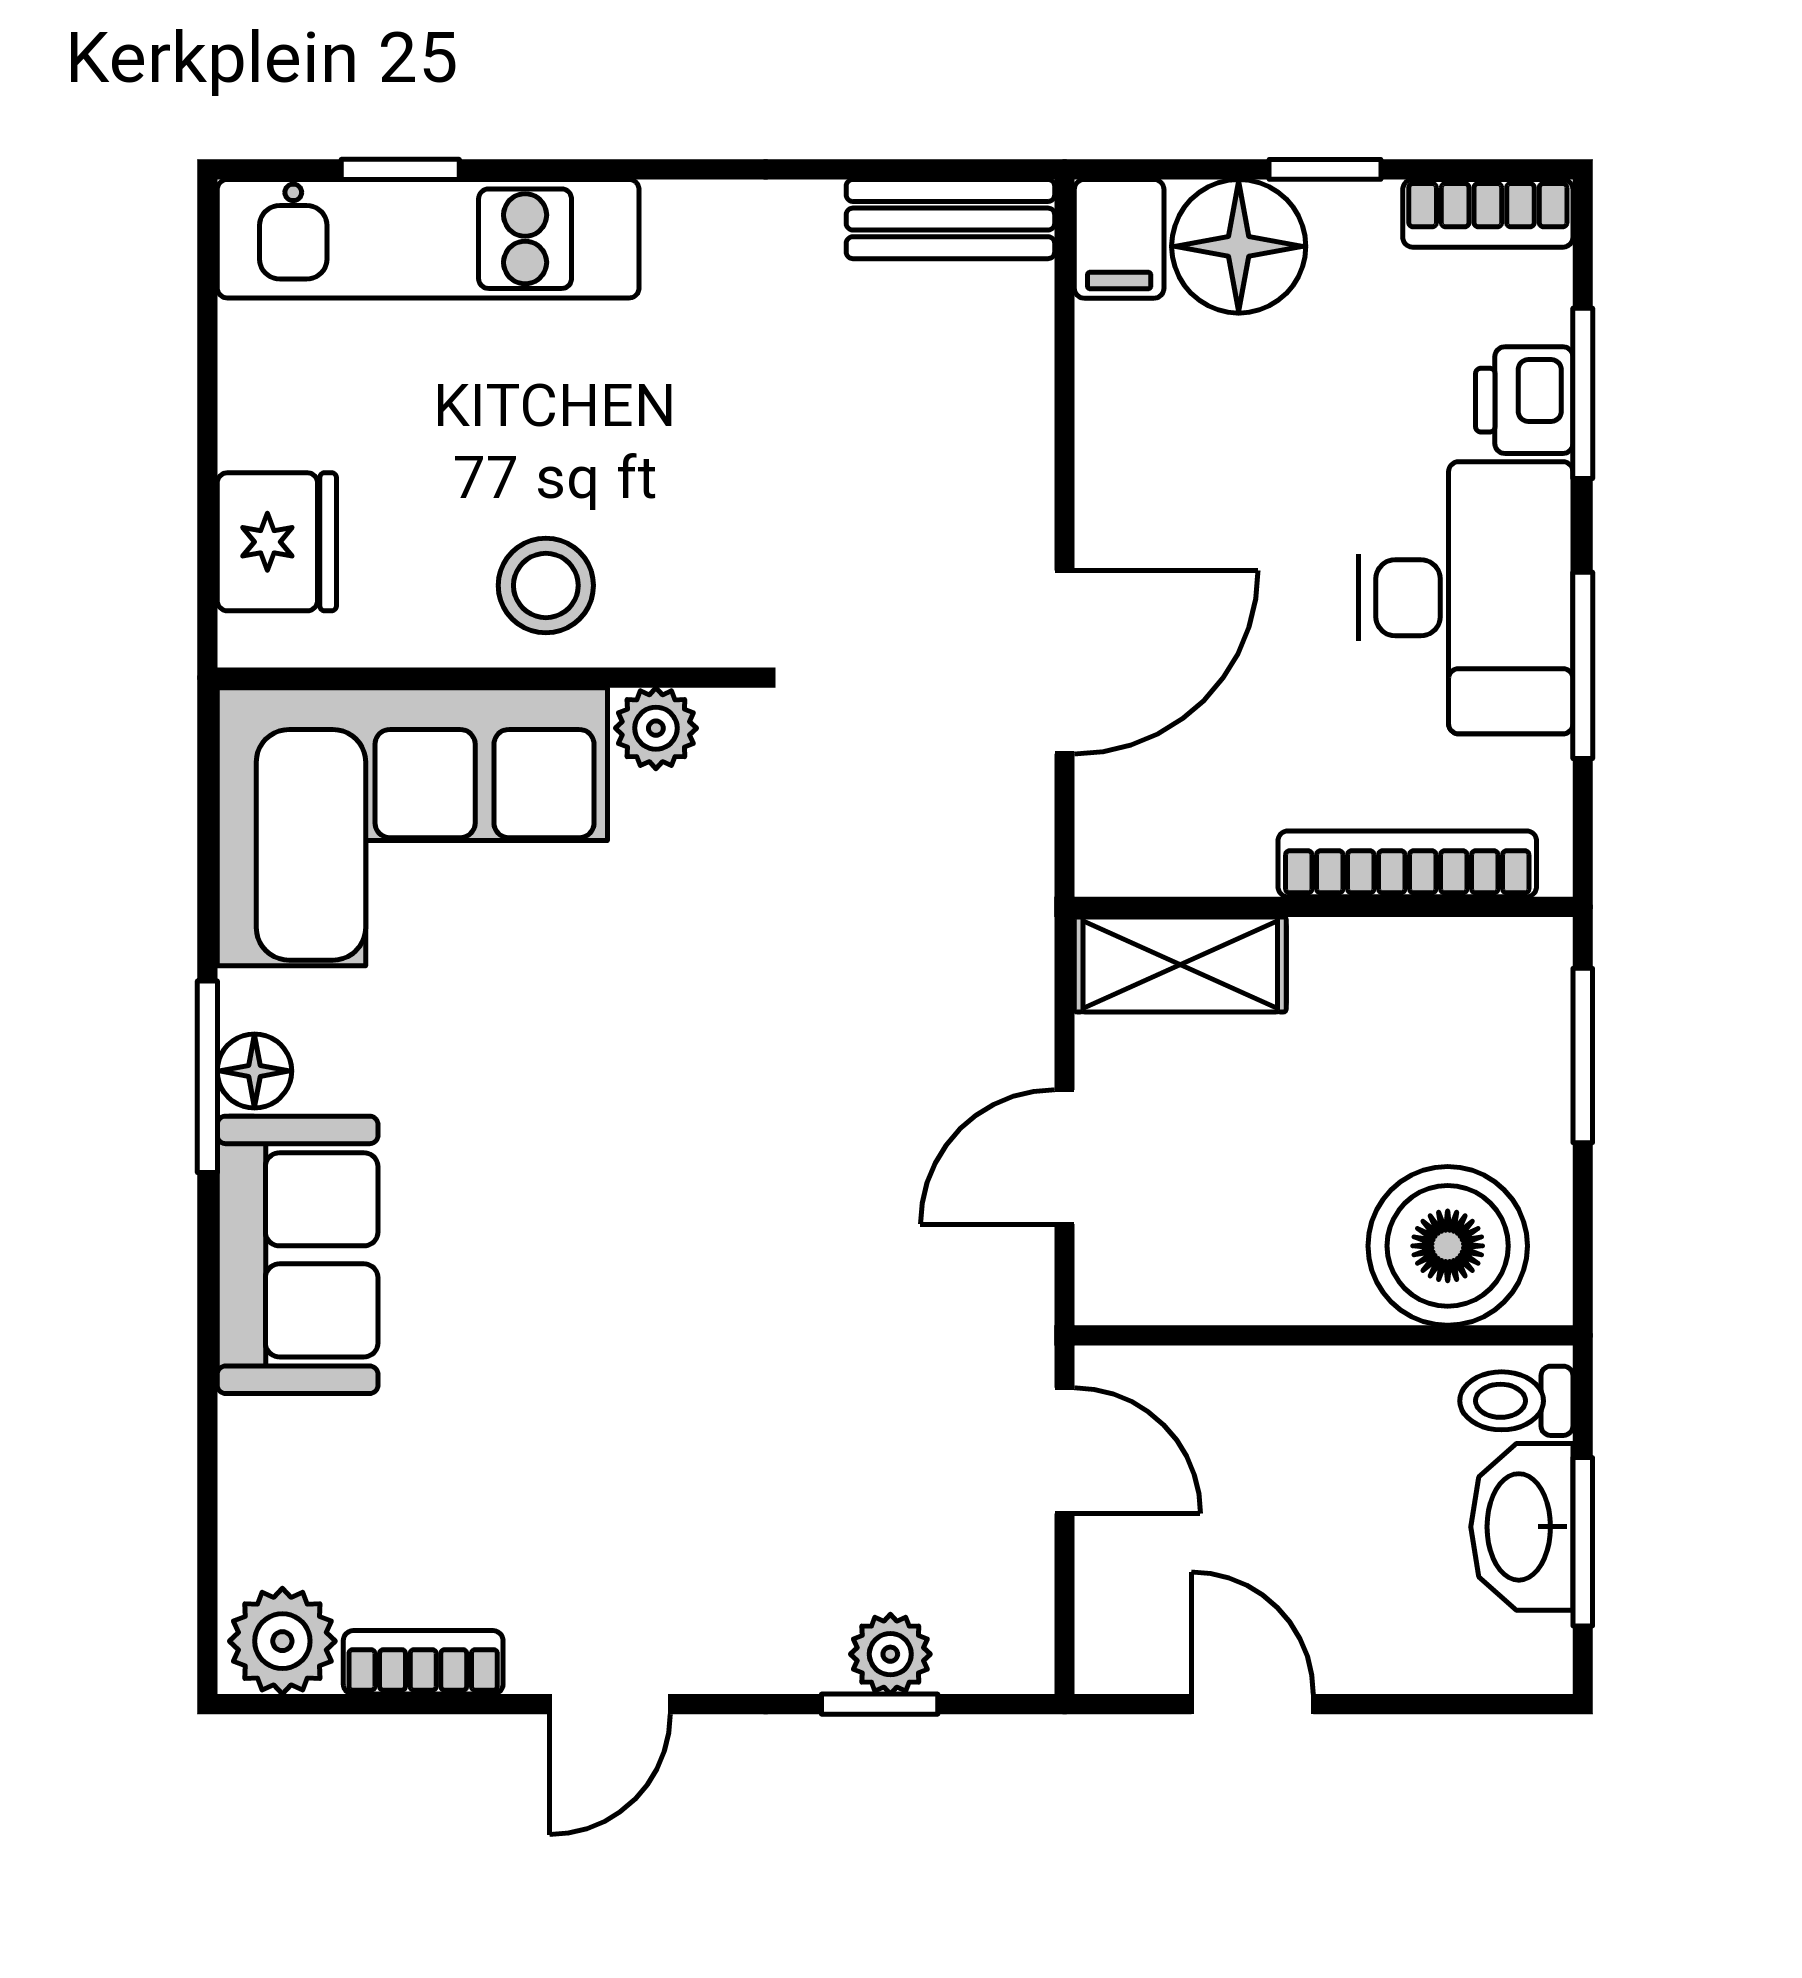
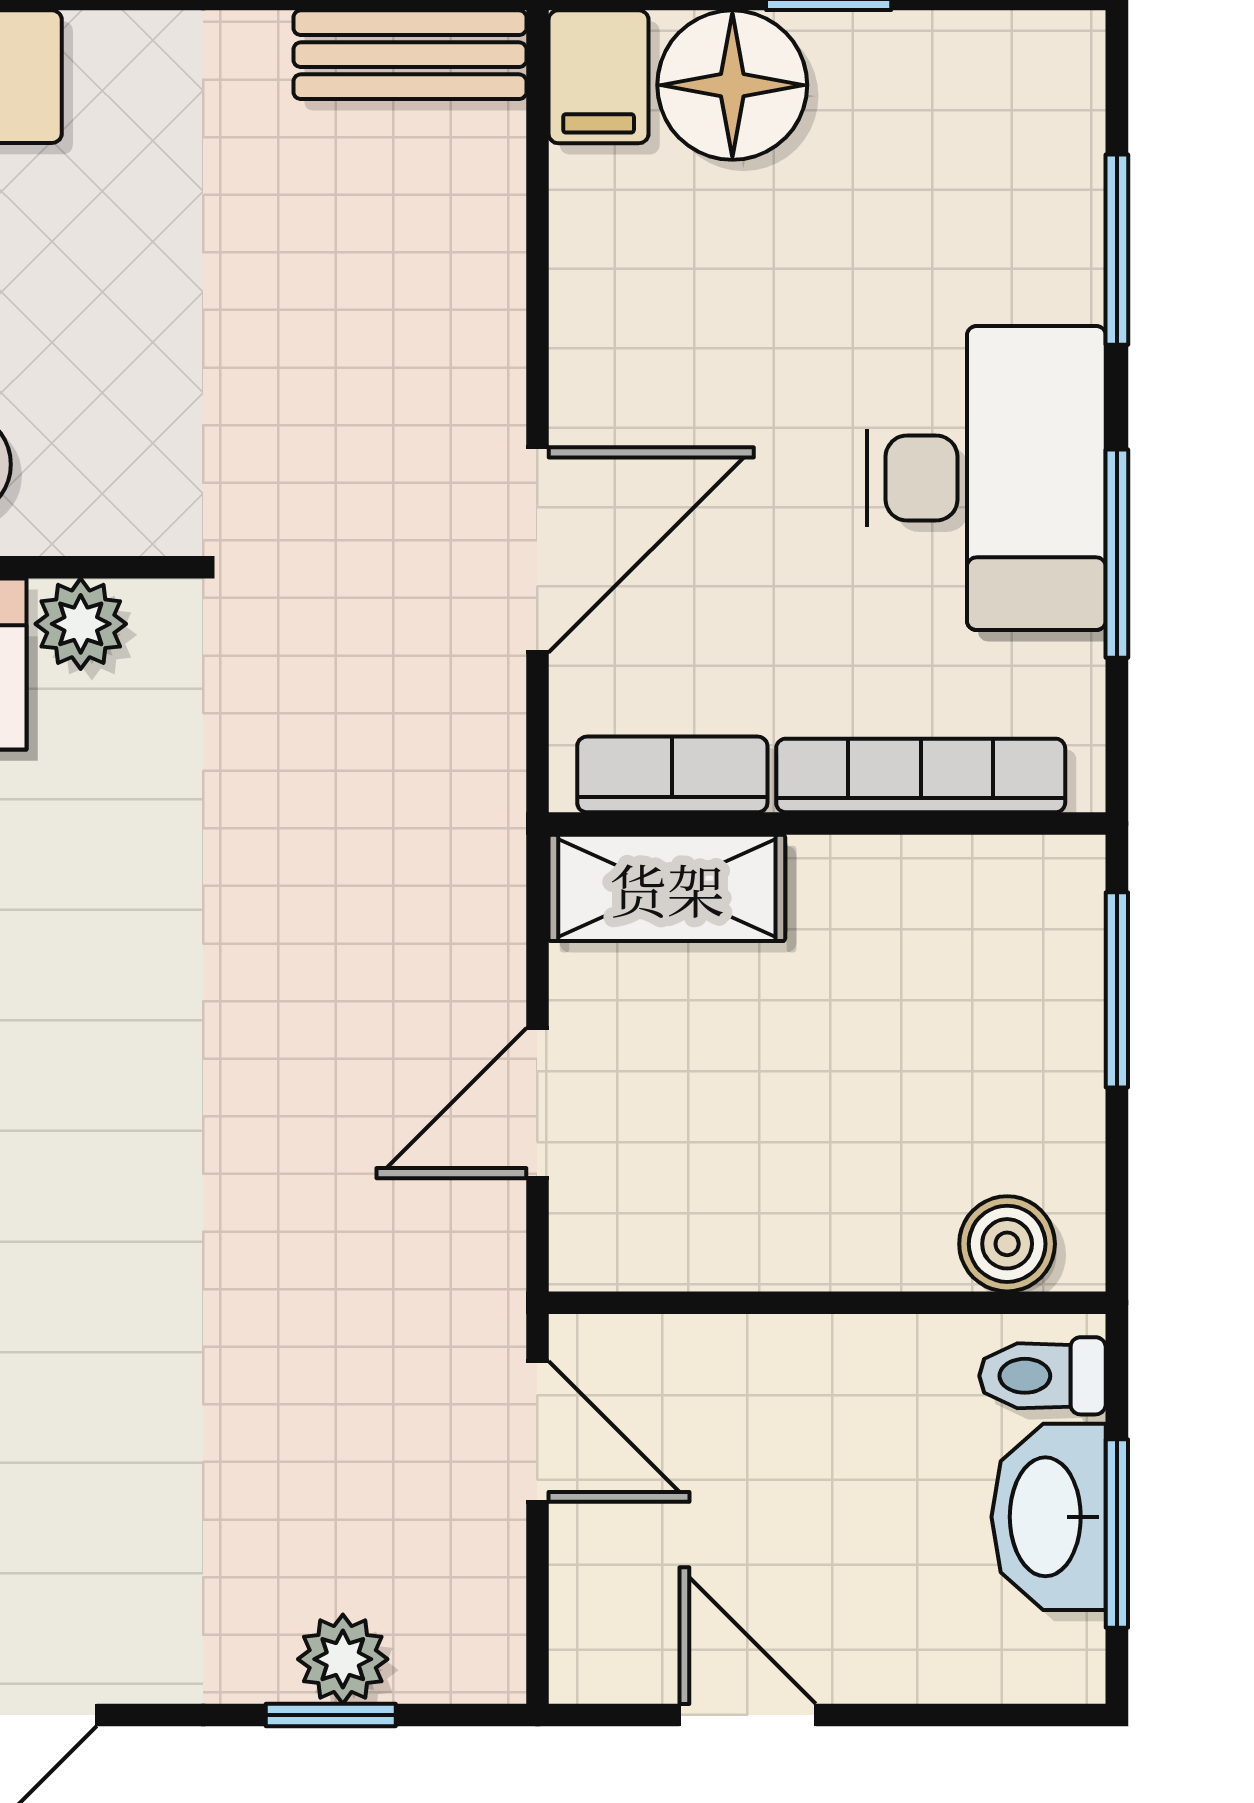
bookcase: (1488, 213) -> (672, 774), moved, turned 180
printer: (1524, 400) -> (1051, 257), removed
boiler: (1448, 1246) -> (1007, 1244), width x0.54, depth x0.54

